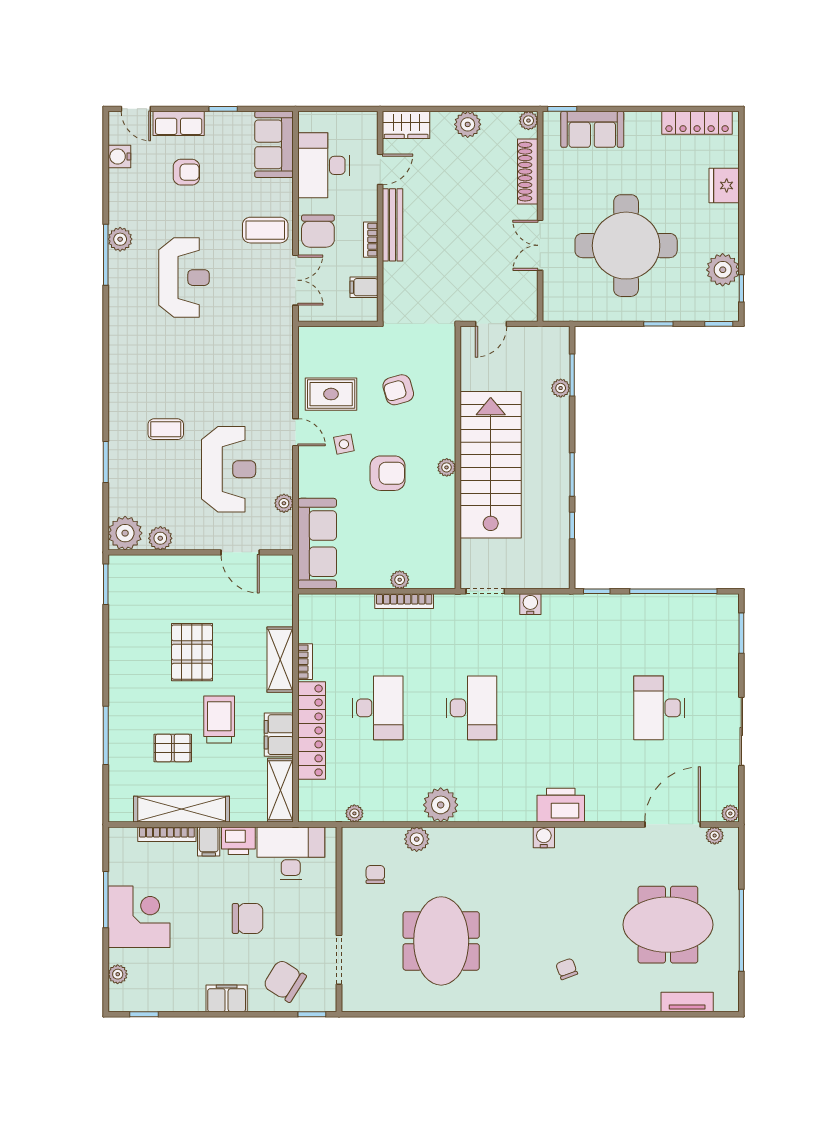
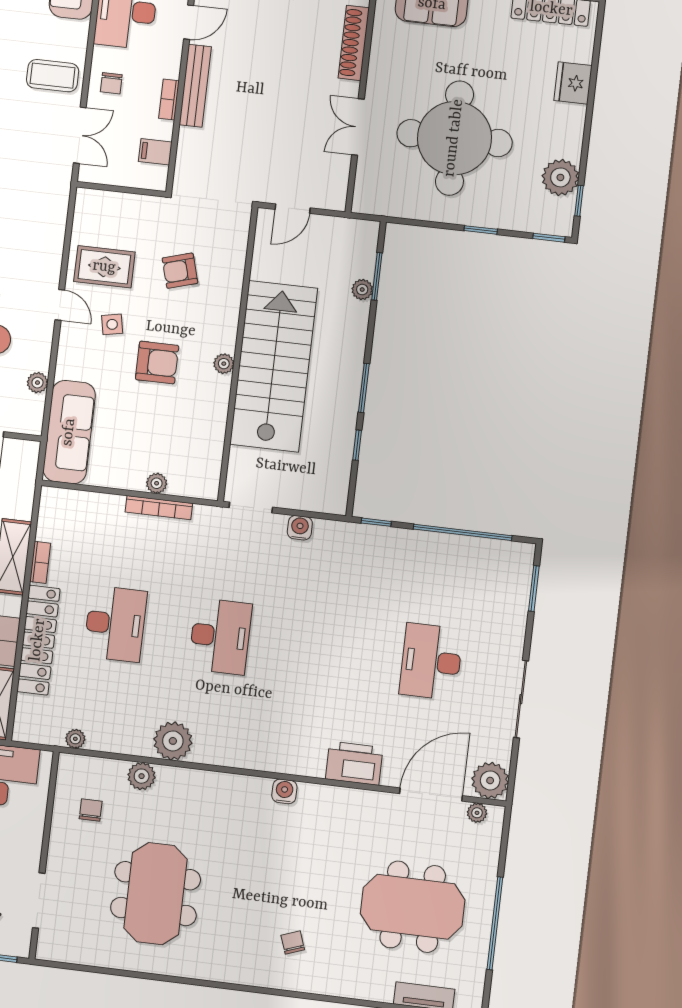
chair: (318, 231) -> (111, 83), width x0.54, depth x0.54
printer: (561, 805) -> (354, 763), moved
plant: (730, 813) -> (490, 780), width x1.87, depth x1.87

